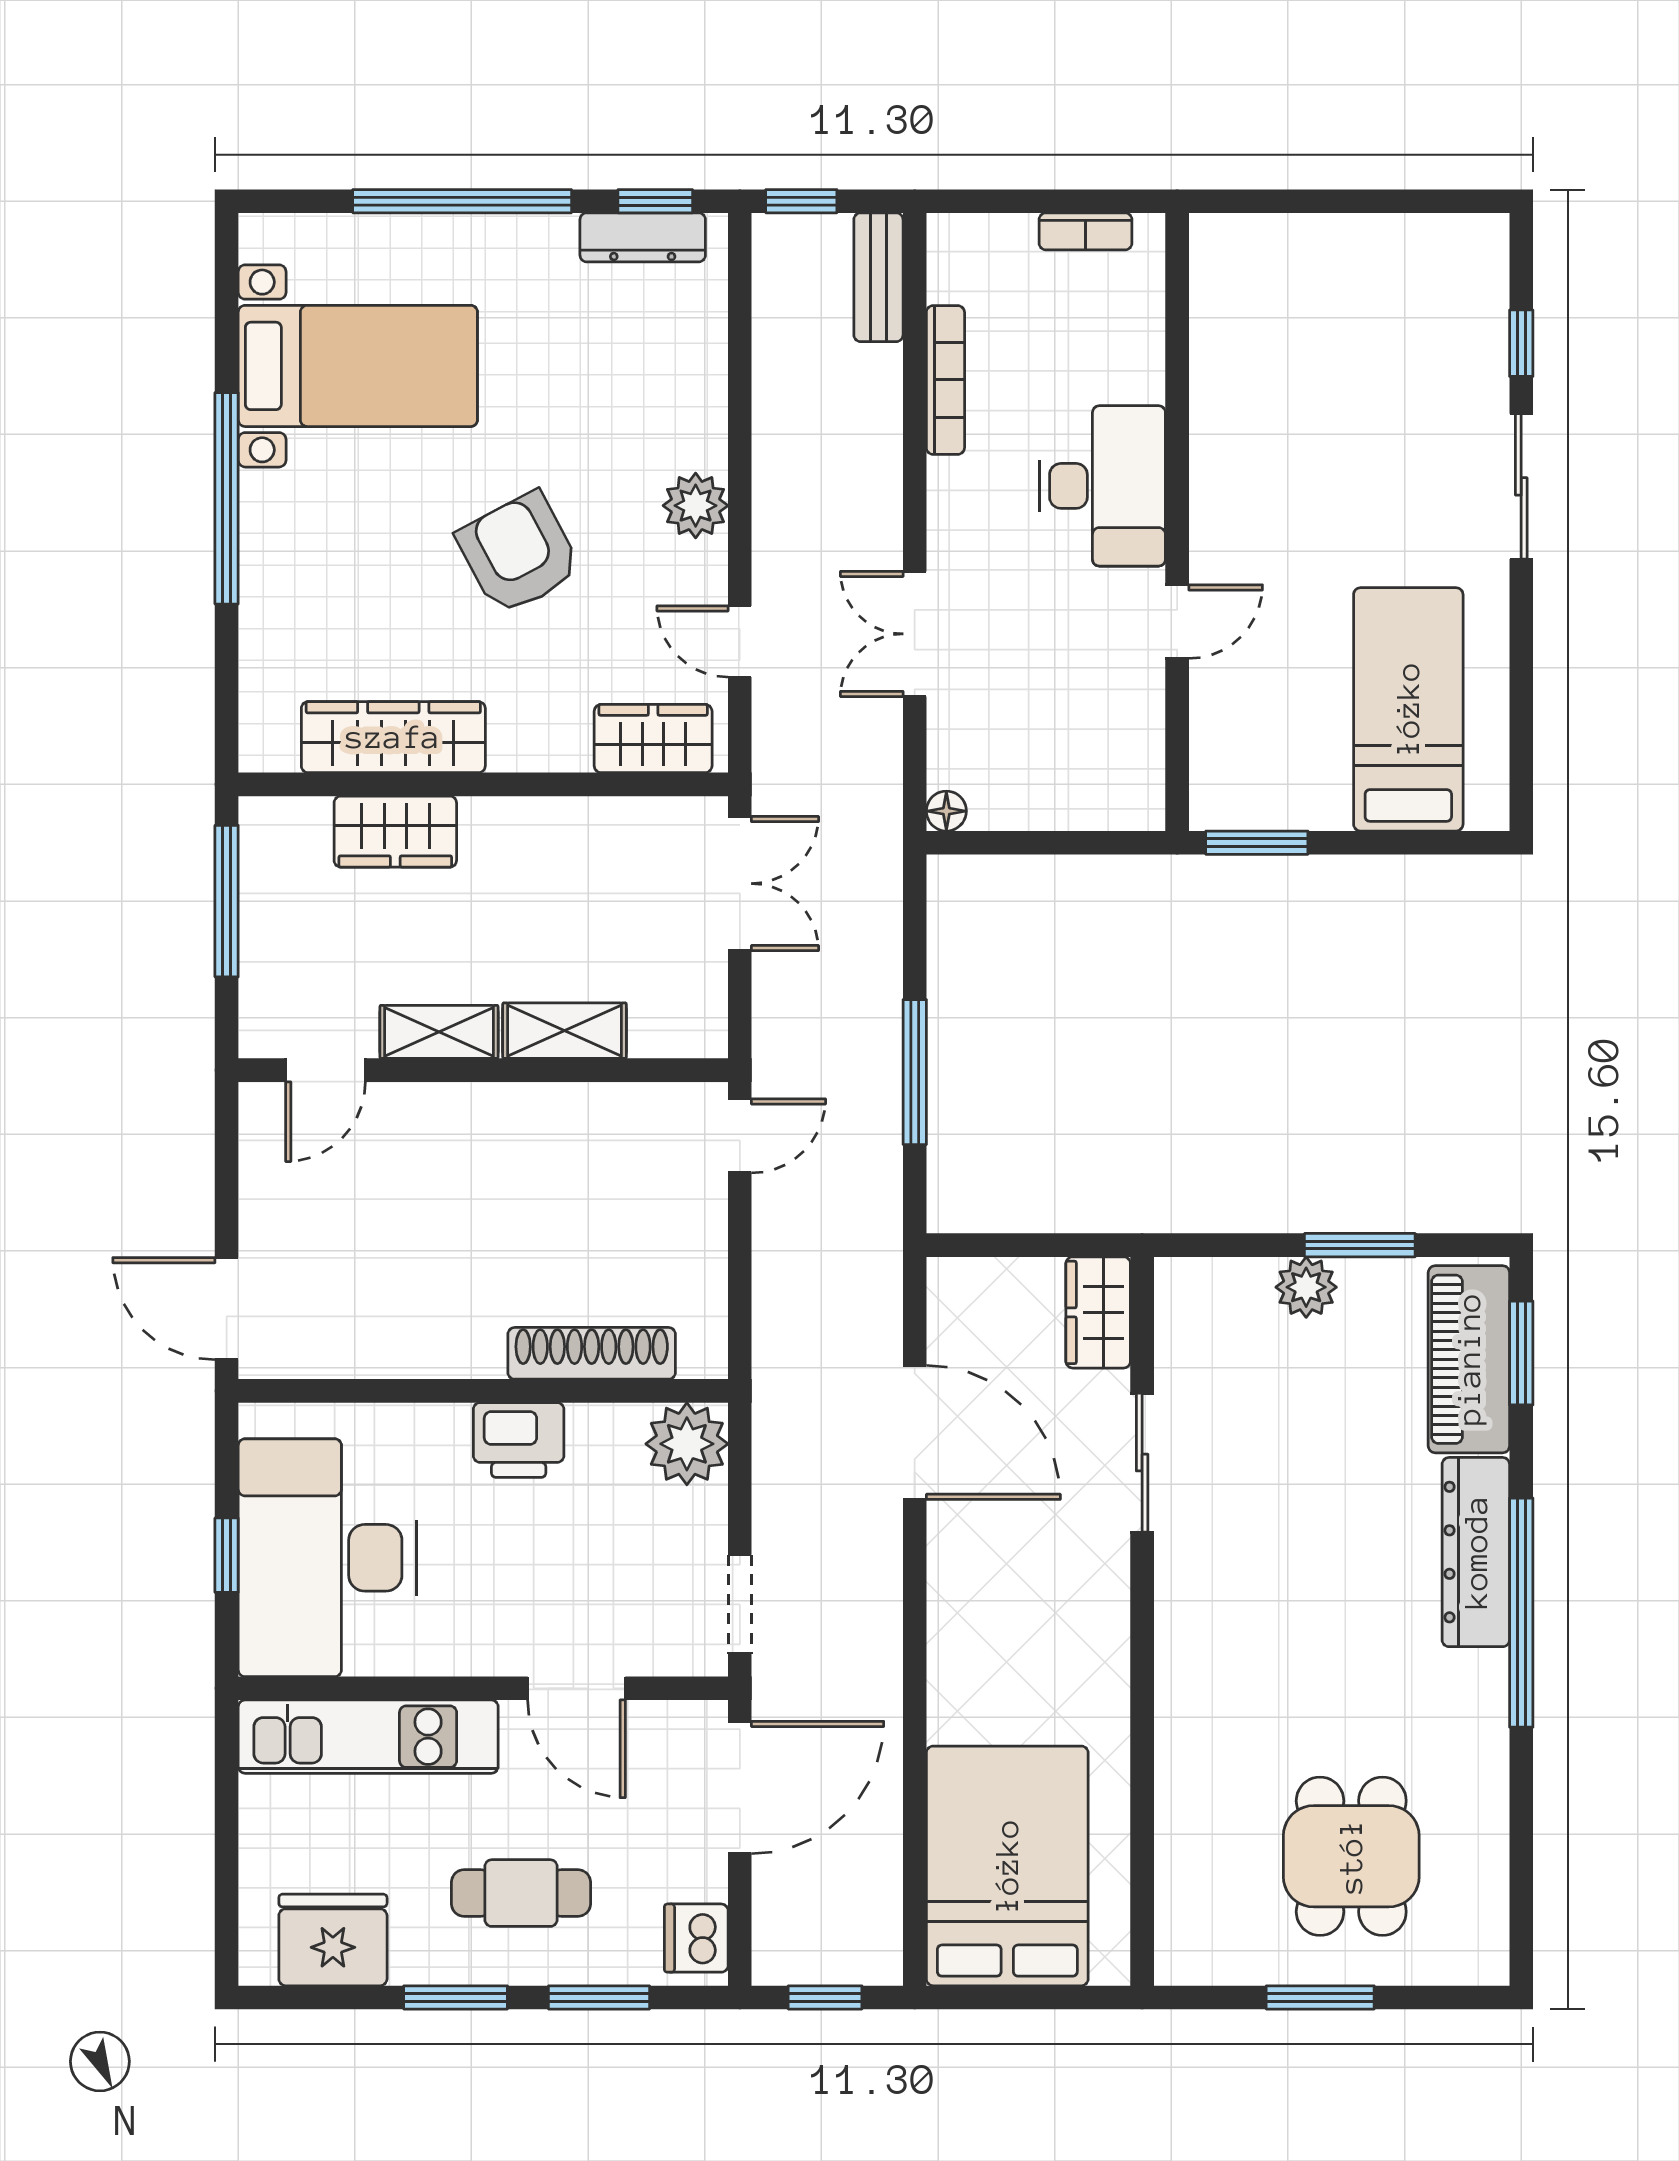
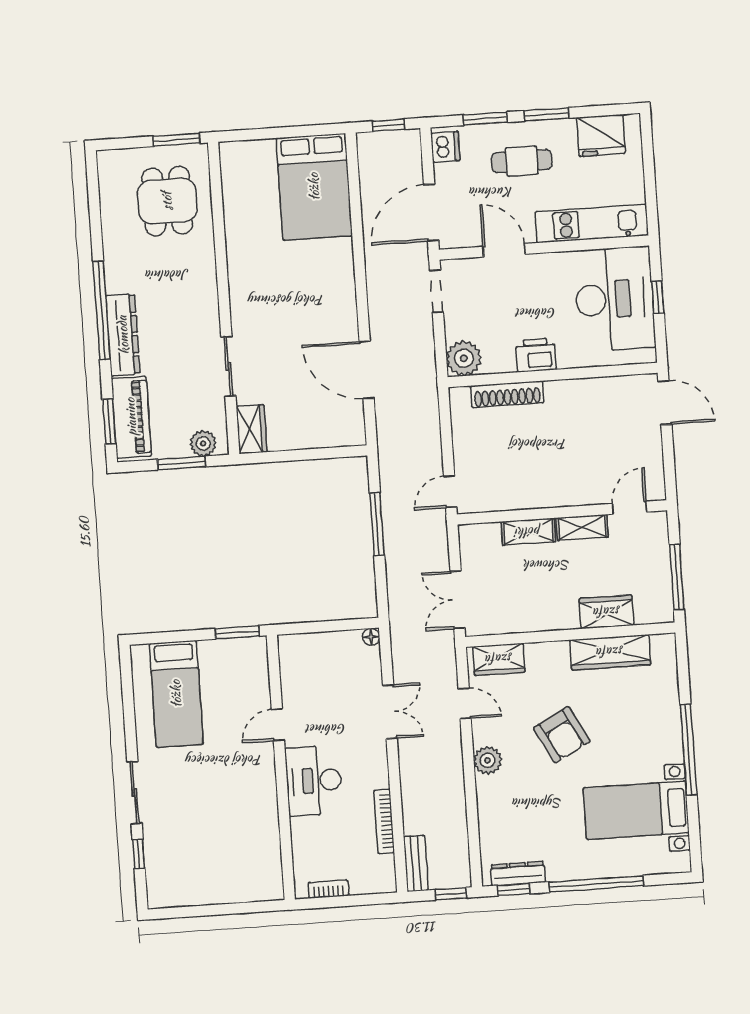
wardrobe: (1098, 1312) -> (252, 429), moved
sliding door: (1142, 1463) -> (228, 366), moved
wall: (1142, 1621) -> (224, 298), moved

